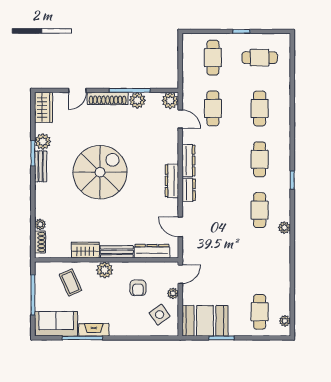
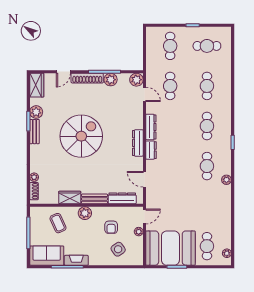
side table: (160, 315) -> (118, 249), moved
booth: (205, 321) -> (170, 248), width x1.36, depth x1.42

